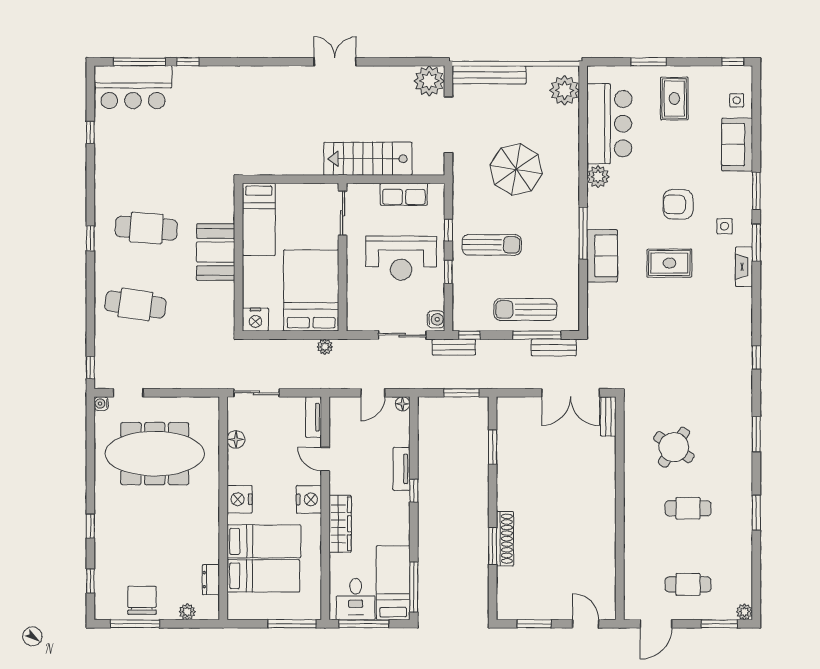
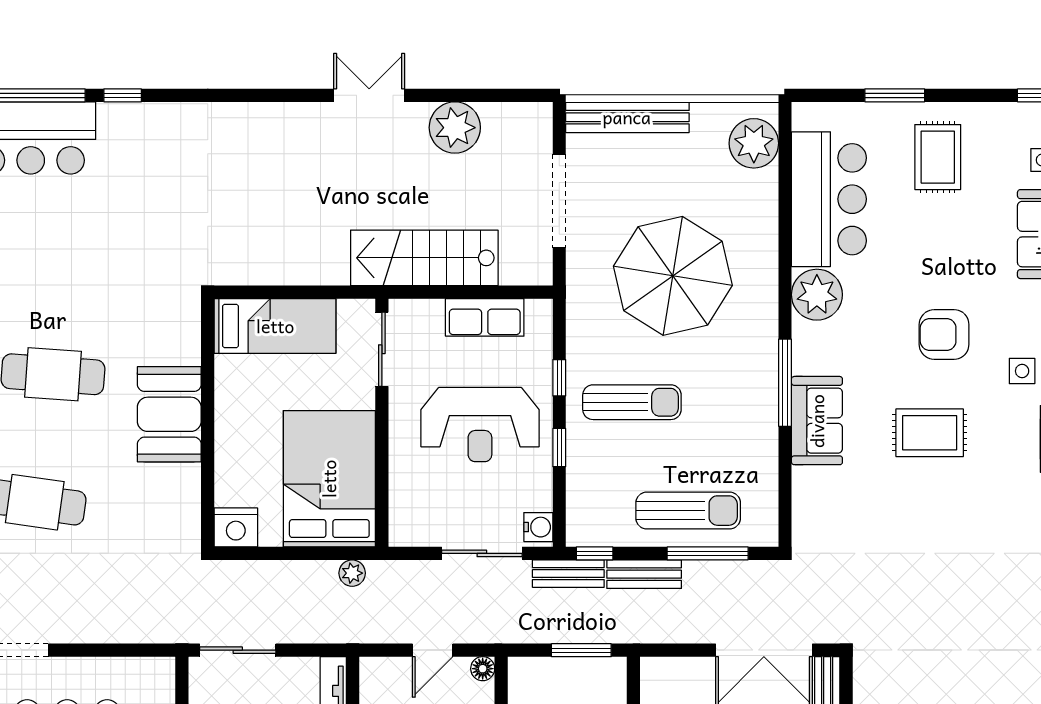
plant: (429, 81) -> (455, 128), moved
parasol: (516, 169) -> (673, 276), width x1.36, depth x1.36
plant: (598, 177) -> (817, 295), width x1.36, depth x1.36
bed: (259, 219) -> (275, 326), moved, turned -90
sun lounger: (525, 309) -> (688, 511), turned 180
bench: (554, 347) -> (644, 574), moved

